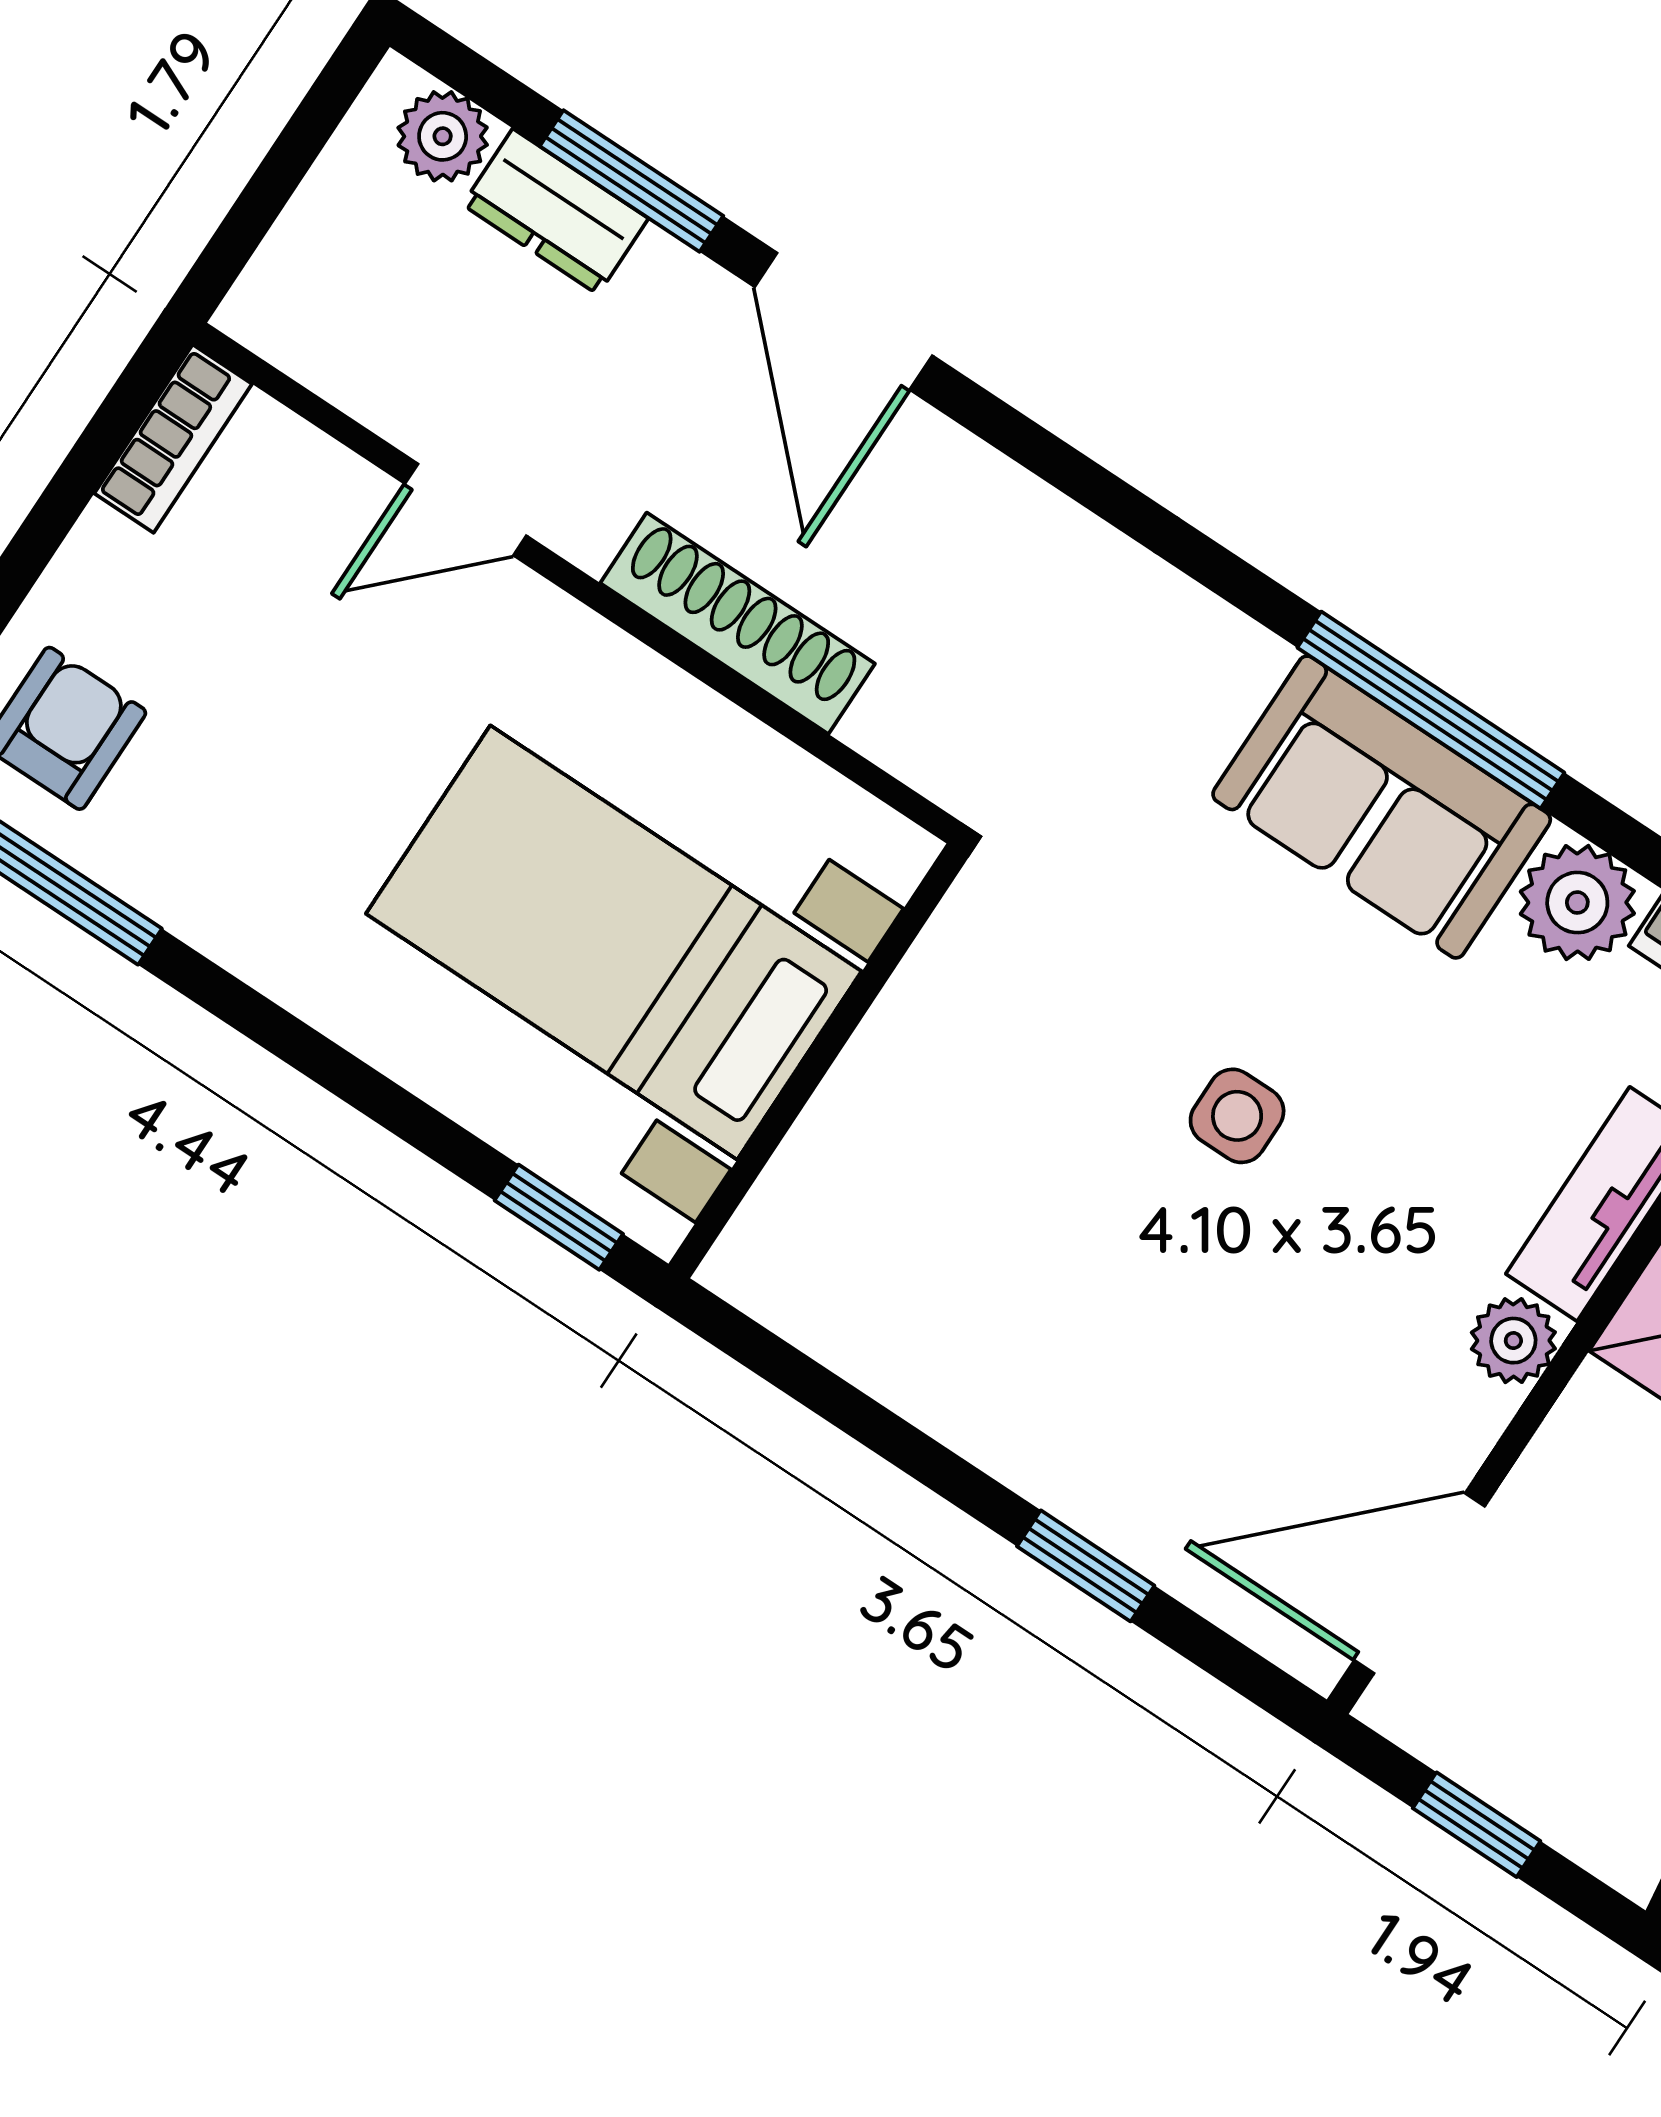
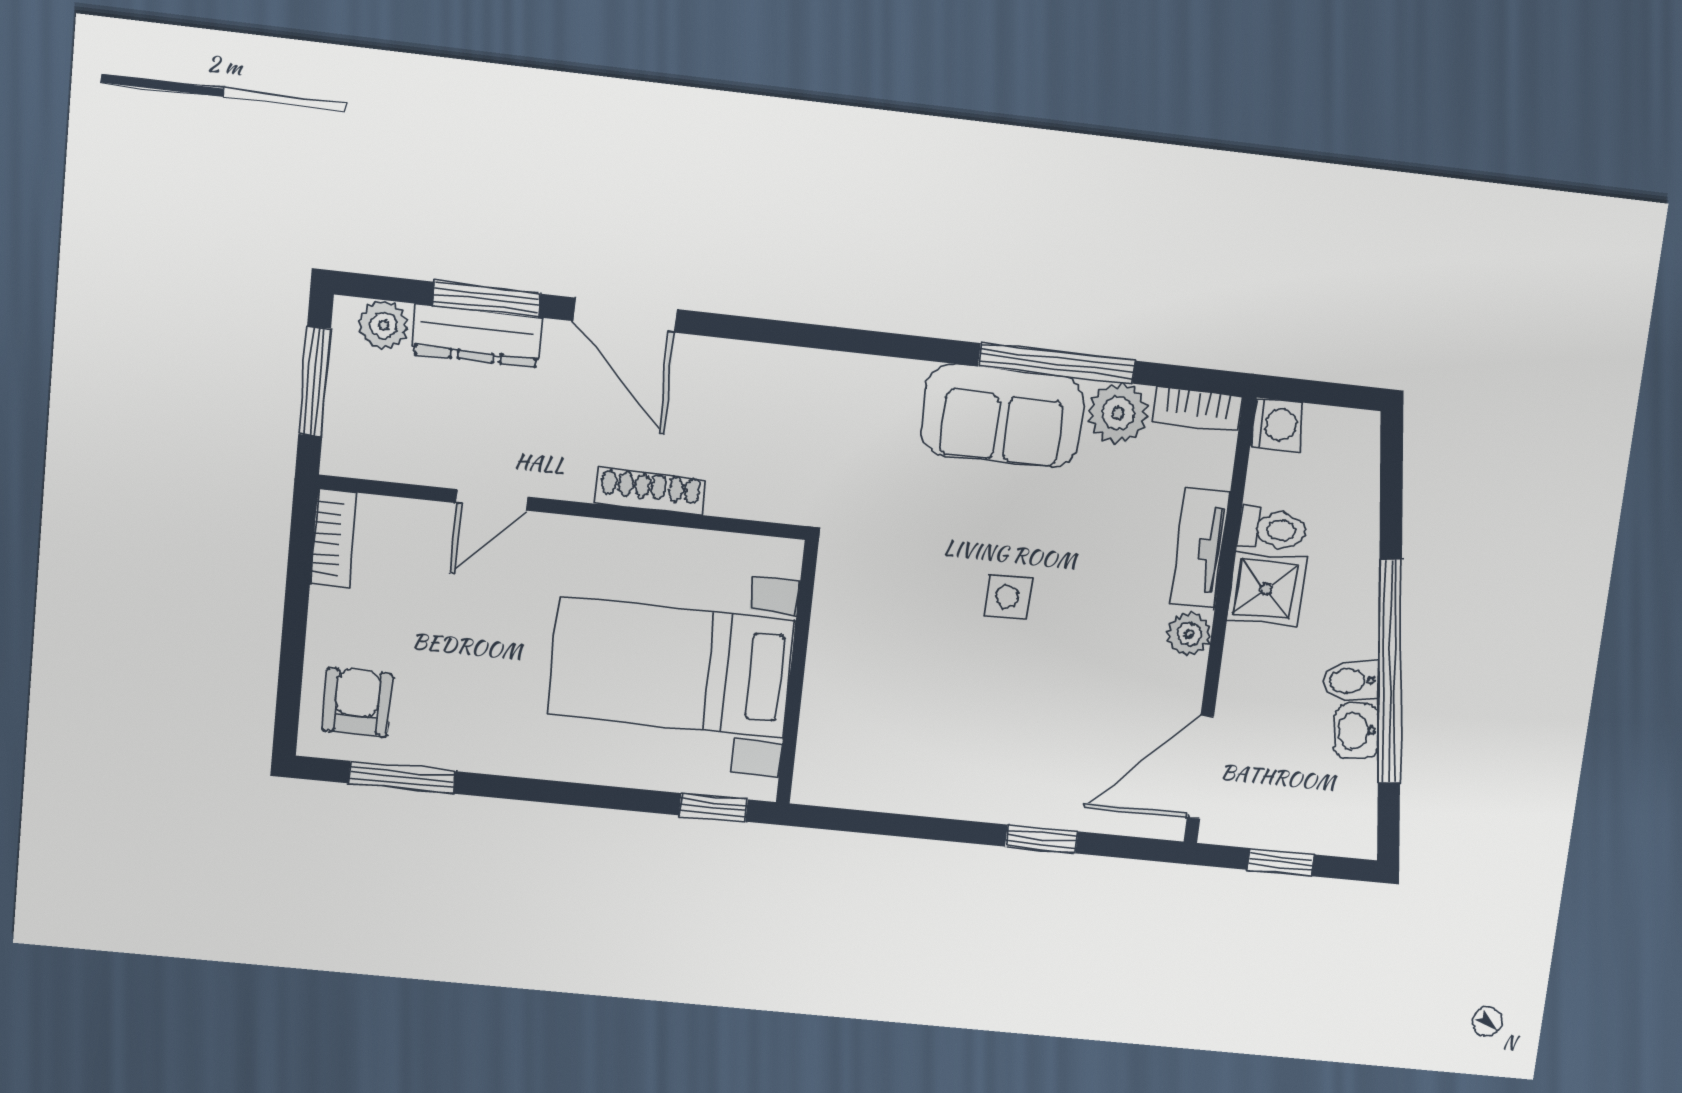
window: (282, 170) -> (315, 382), added
dresser: (555, 212) -> (477, 336), width x1.44
shoe rack: (738, 623) -> (650, 491), width x0.74, depth x0.81
window: (1431, 710) -> (1057, 363), moved

